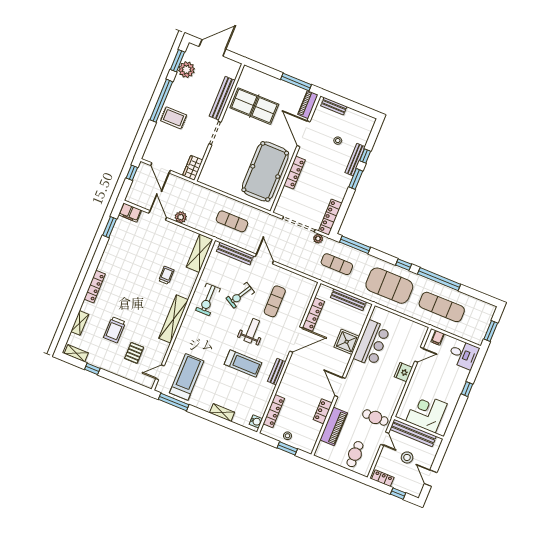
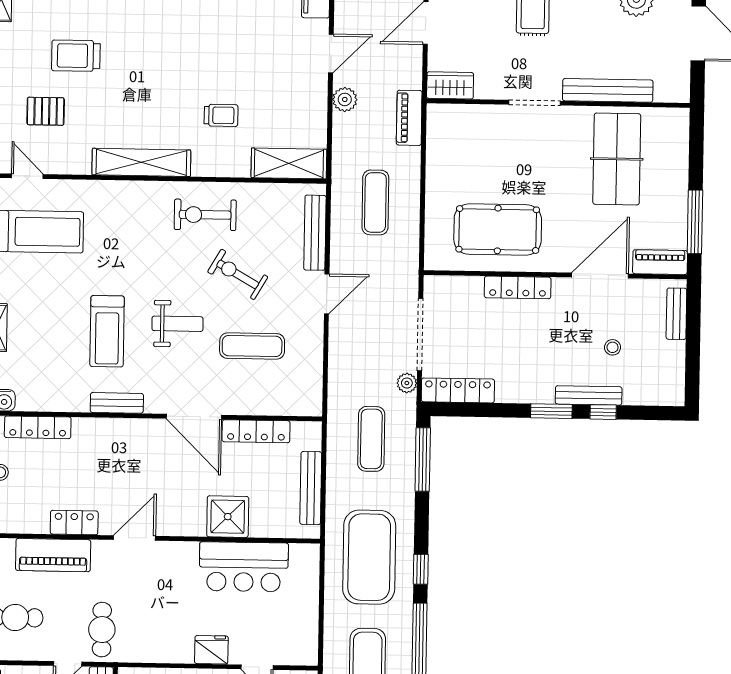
pool table: (265, 171) -> (498, 229), width x0.73, depth x0.76
piano: (200, 192) -> (409, 118), added

